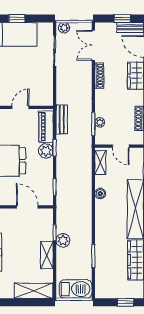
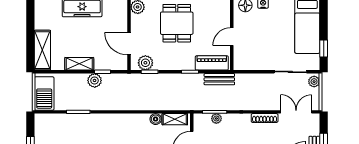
window: (17, 18) -> (324, 48), moved
door: (21, 107) -> (232, 37), swing flipped
plant: (46, 151) -> (145, 63), moved
boiler: (100, 194) -> (156, 119), moved
door: (27, 207) -> (129, 44), swing flipped

